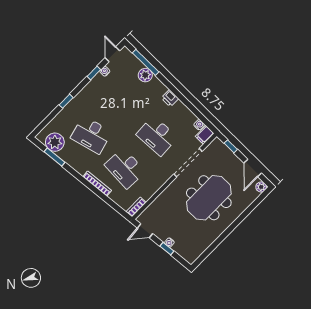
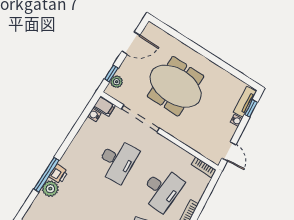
window: (146, 62) -> (46, 175), moved
printer: (170, 98) -> (59, 174), moved
plant: (261, 187) -> (117, 82), moved
window: (167, 249) -> (251, 108), moved
tv unit: (184, 253) -> (245, 102), added

